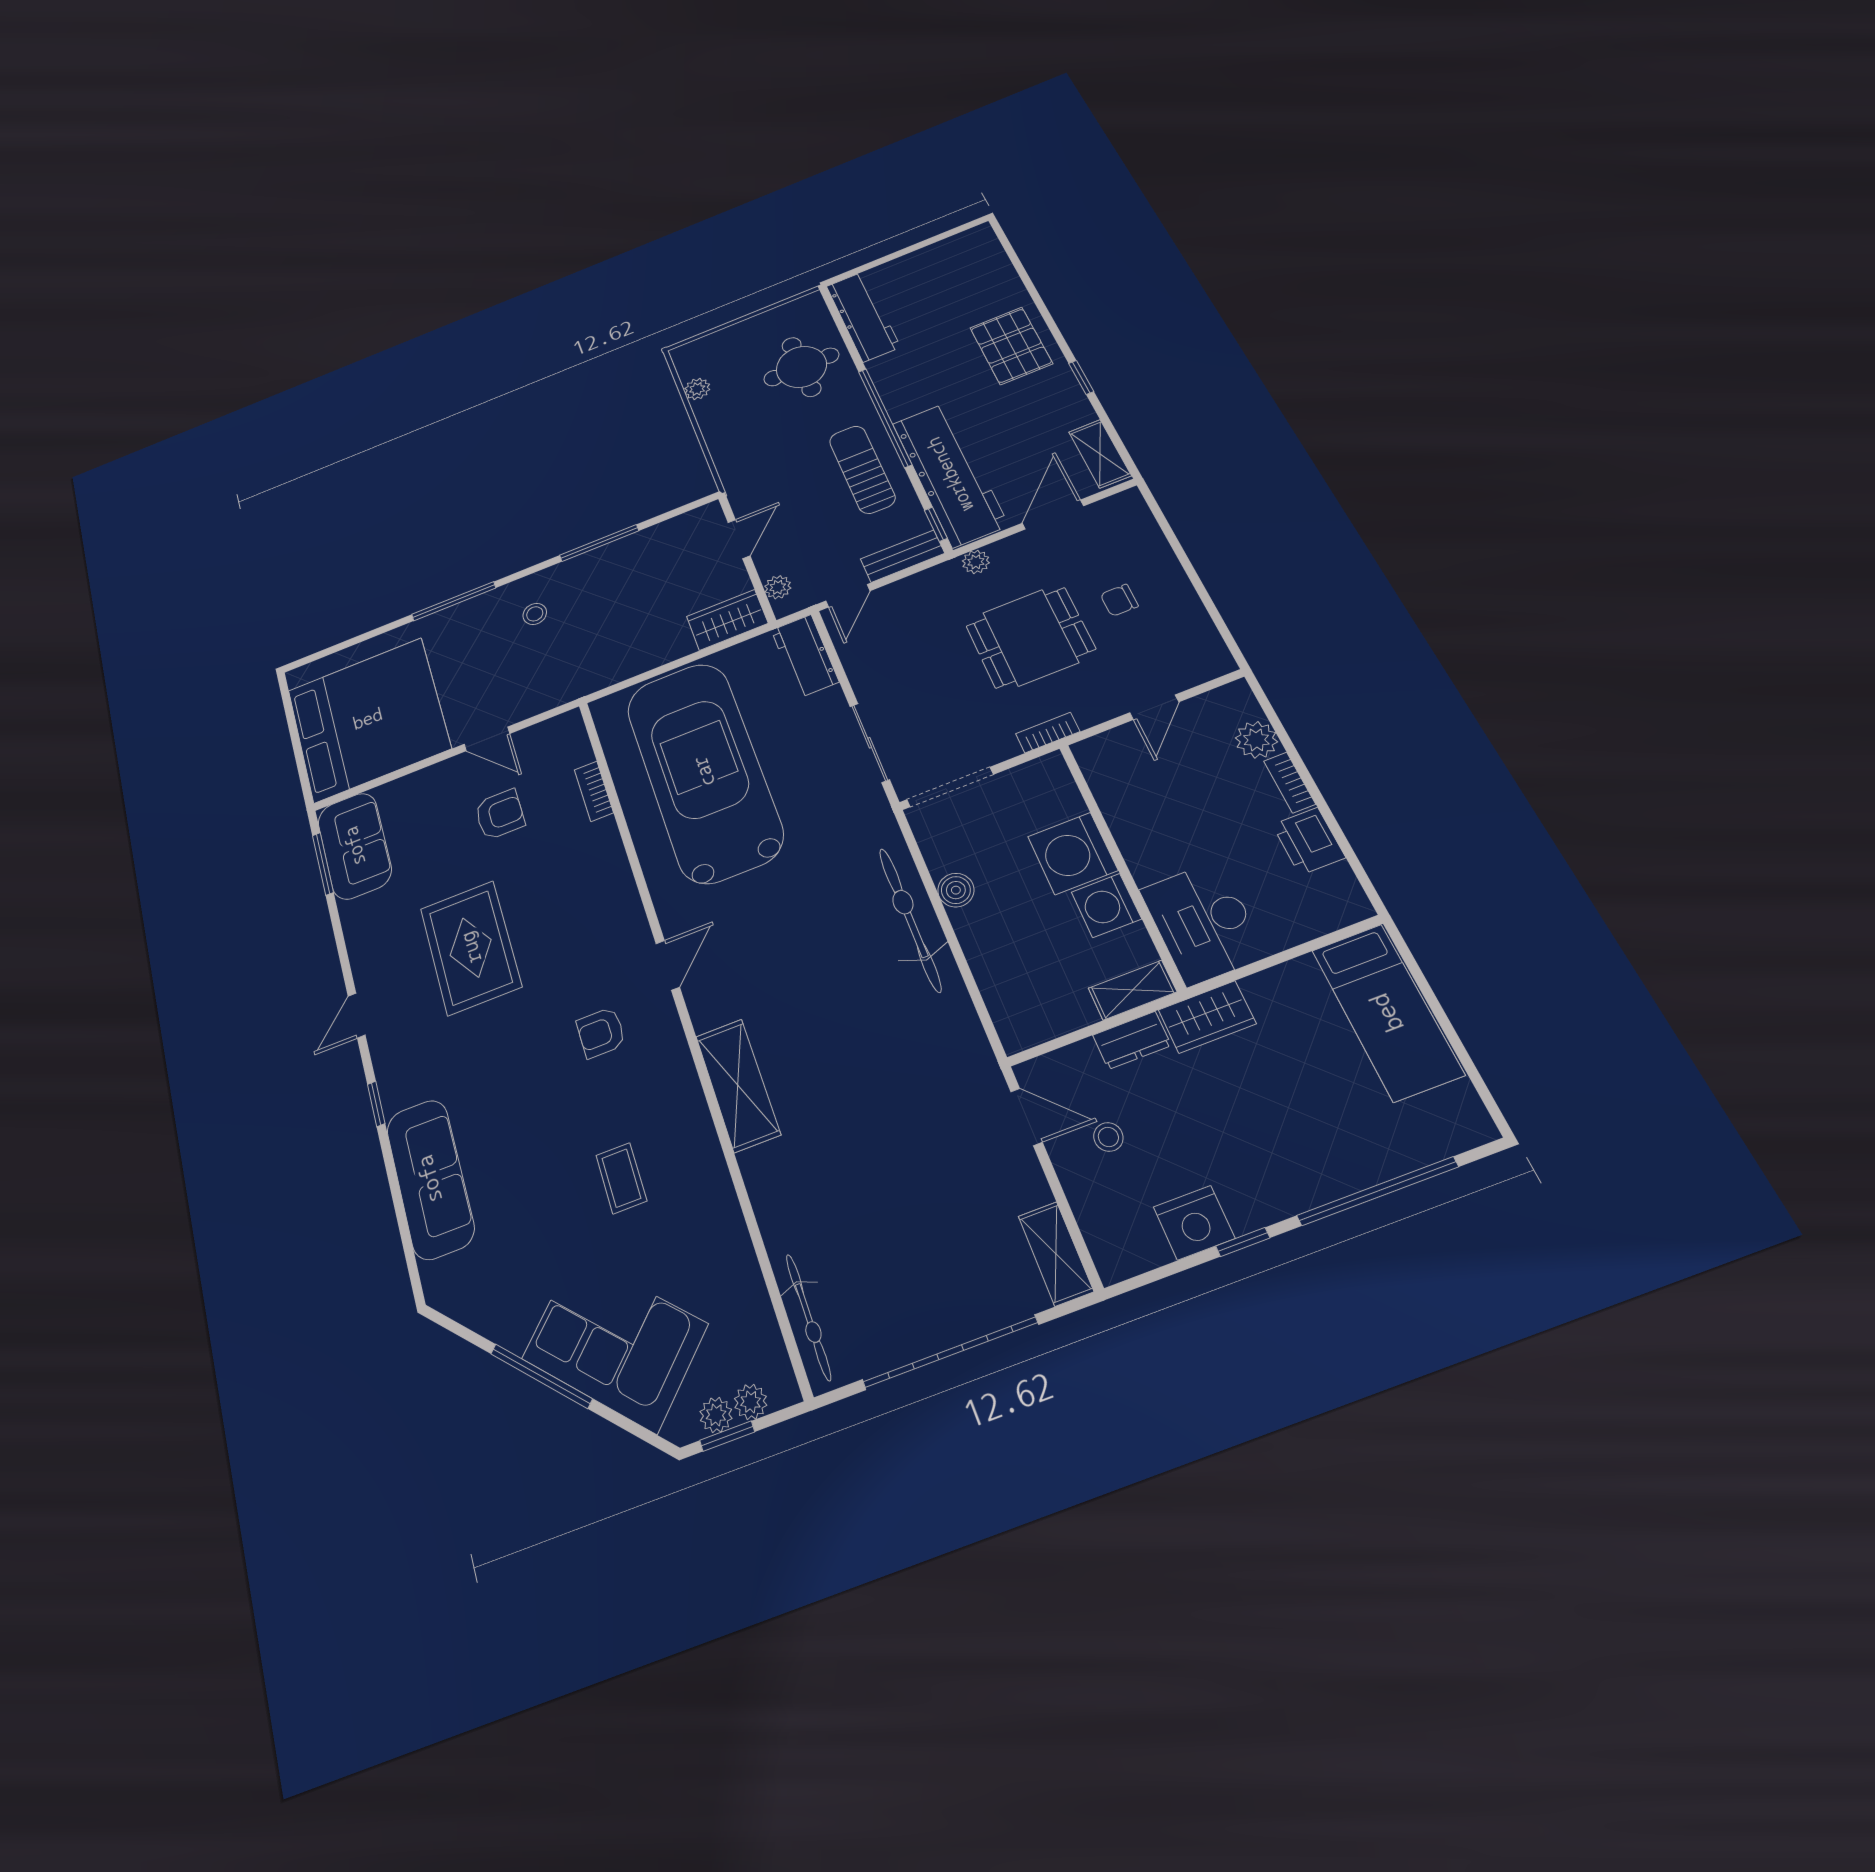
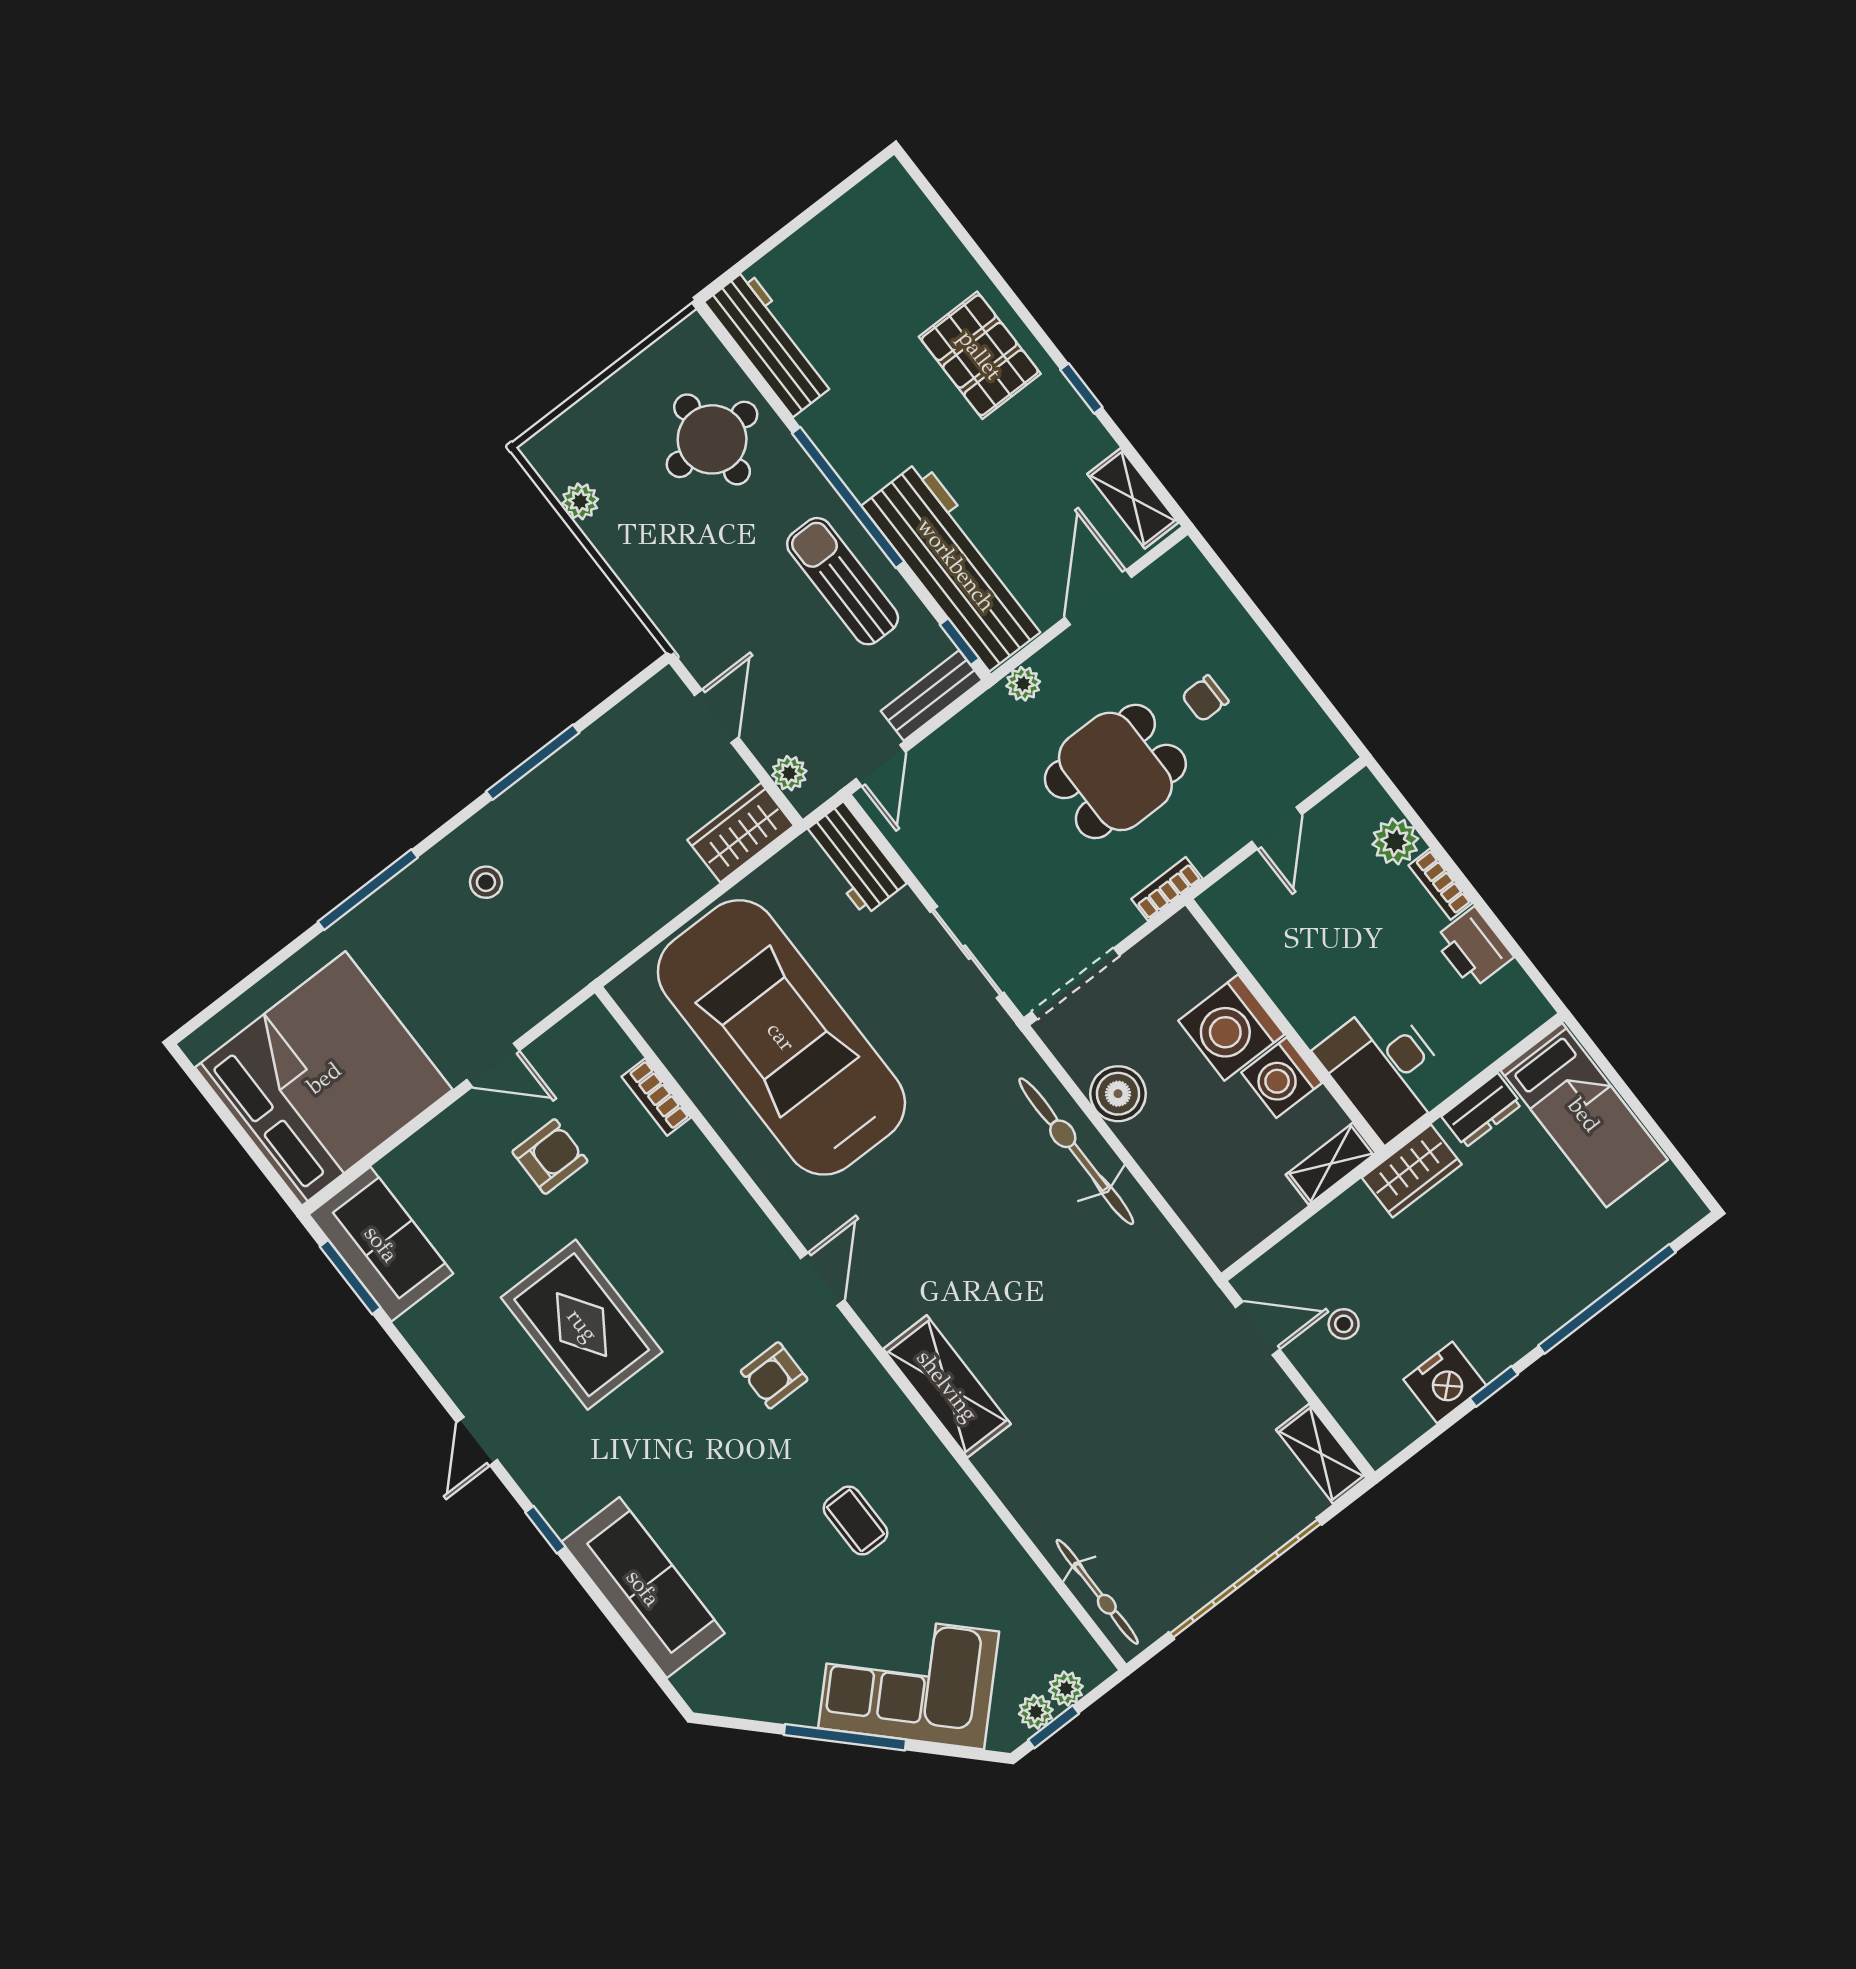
boiler: (956, 890) -> (1118, 1094), width x1.36, depth x1.36
dresser: (1132, 1040) -> (1482, 1110), moved

